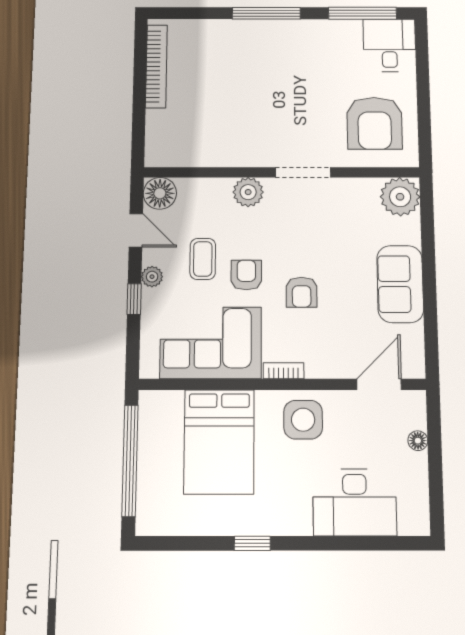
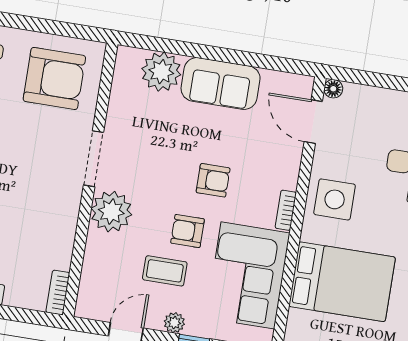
bookcase: (166, 159) -> (58, 292), added
plant: (248, 192) -> (111, 212), width x1.36, depth x1.36
floor lamp: (160, 193) -> (92, 303), removed
plant: (400, 197) -> (161, 72), moved
floor lamp: (418, 441) -> (333, 89), moved

